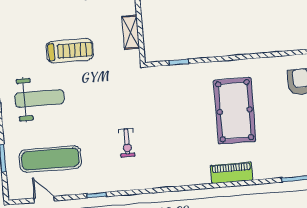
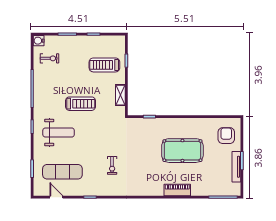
pool table: (235, 111) -> (182, 151), turned 90

